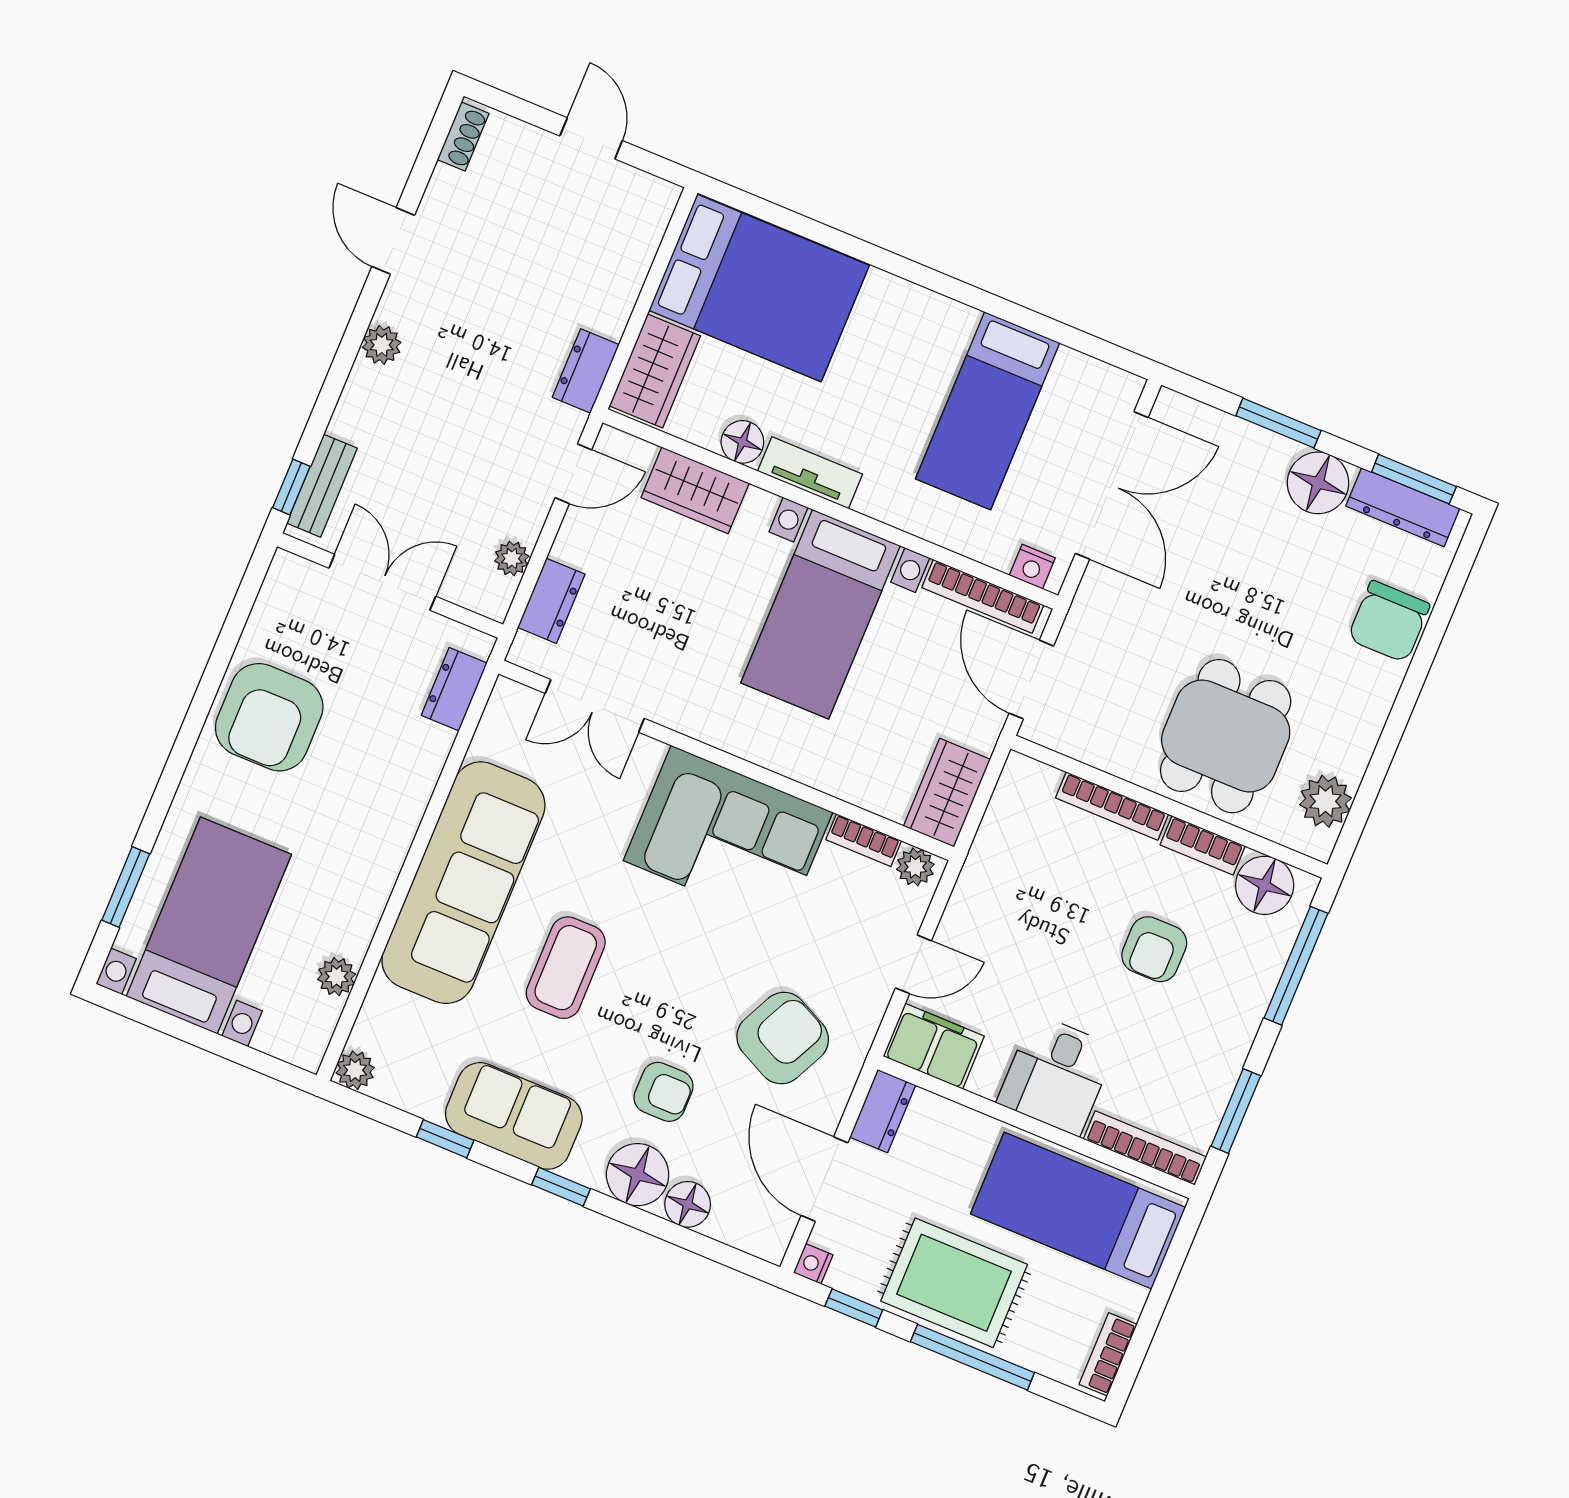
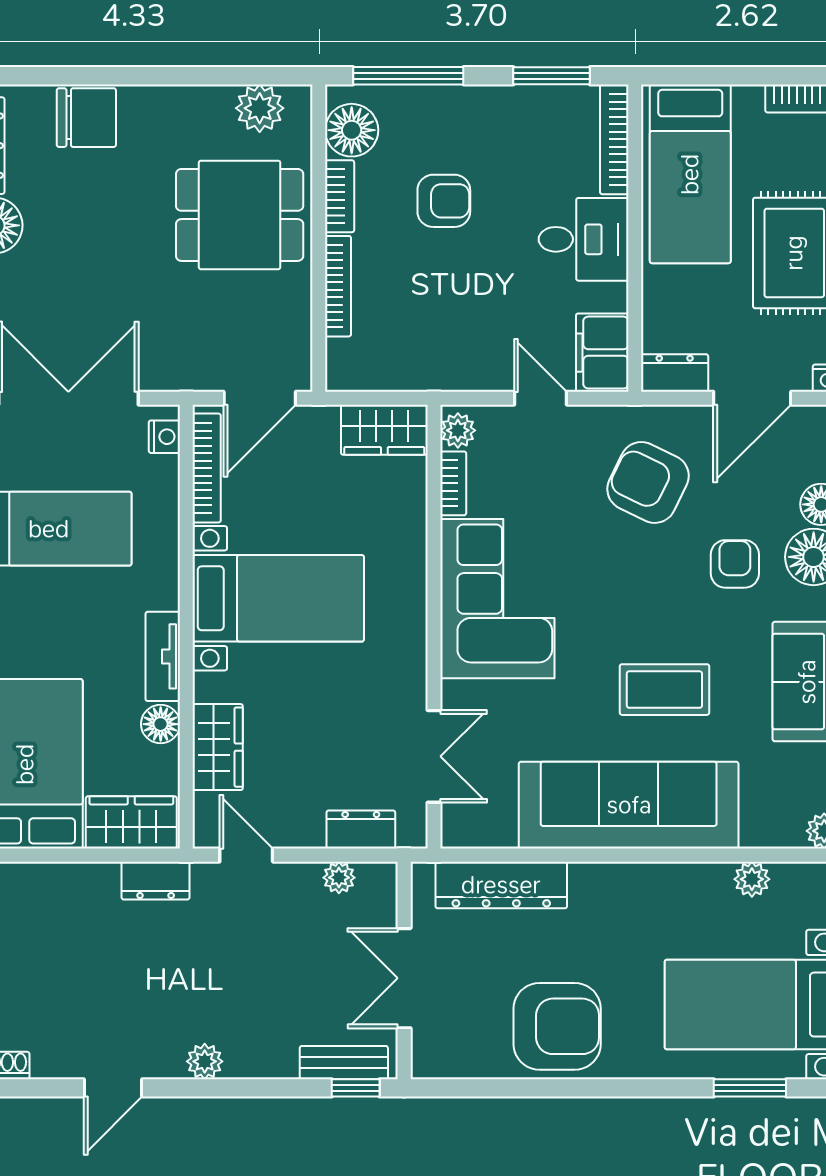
dresser: (454, 689) -> (501, 885), width x1.96, depth x1.24

